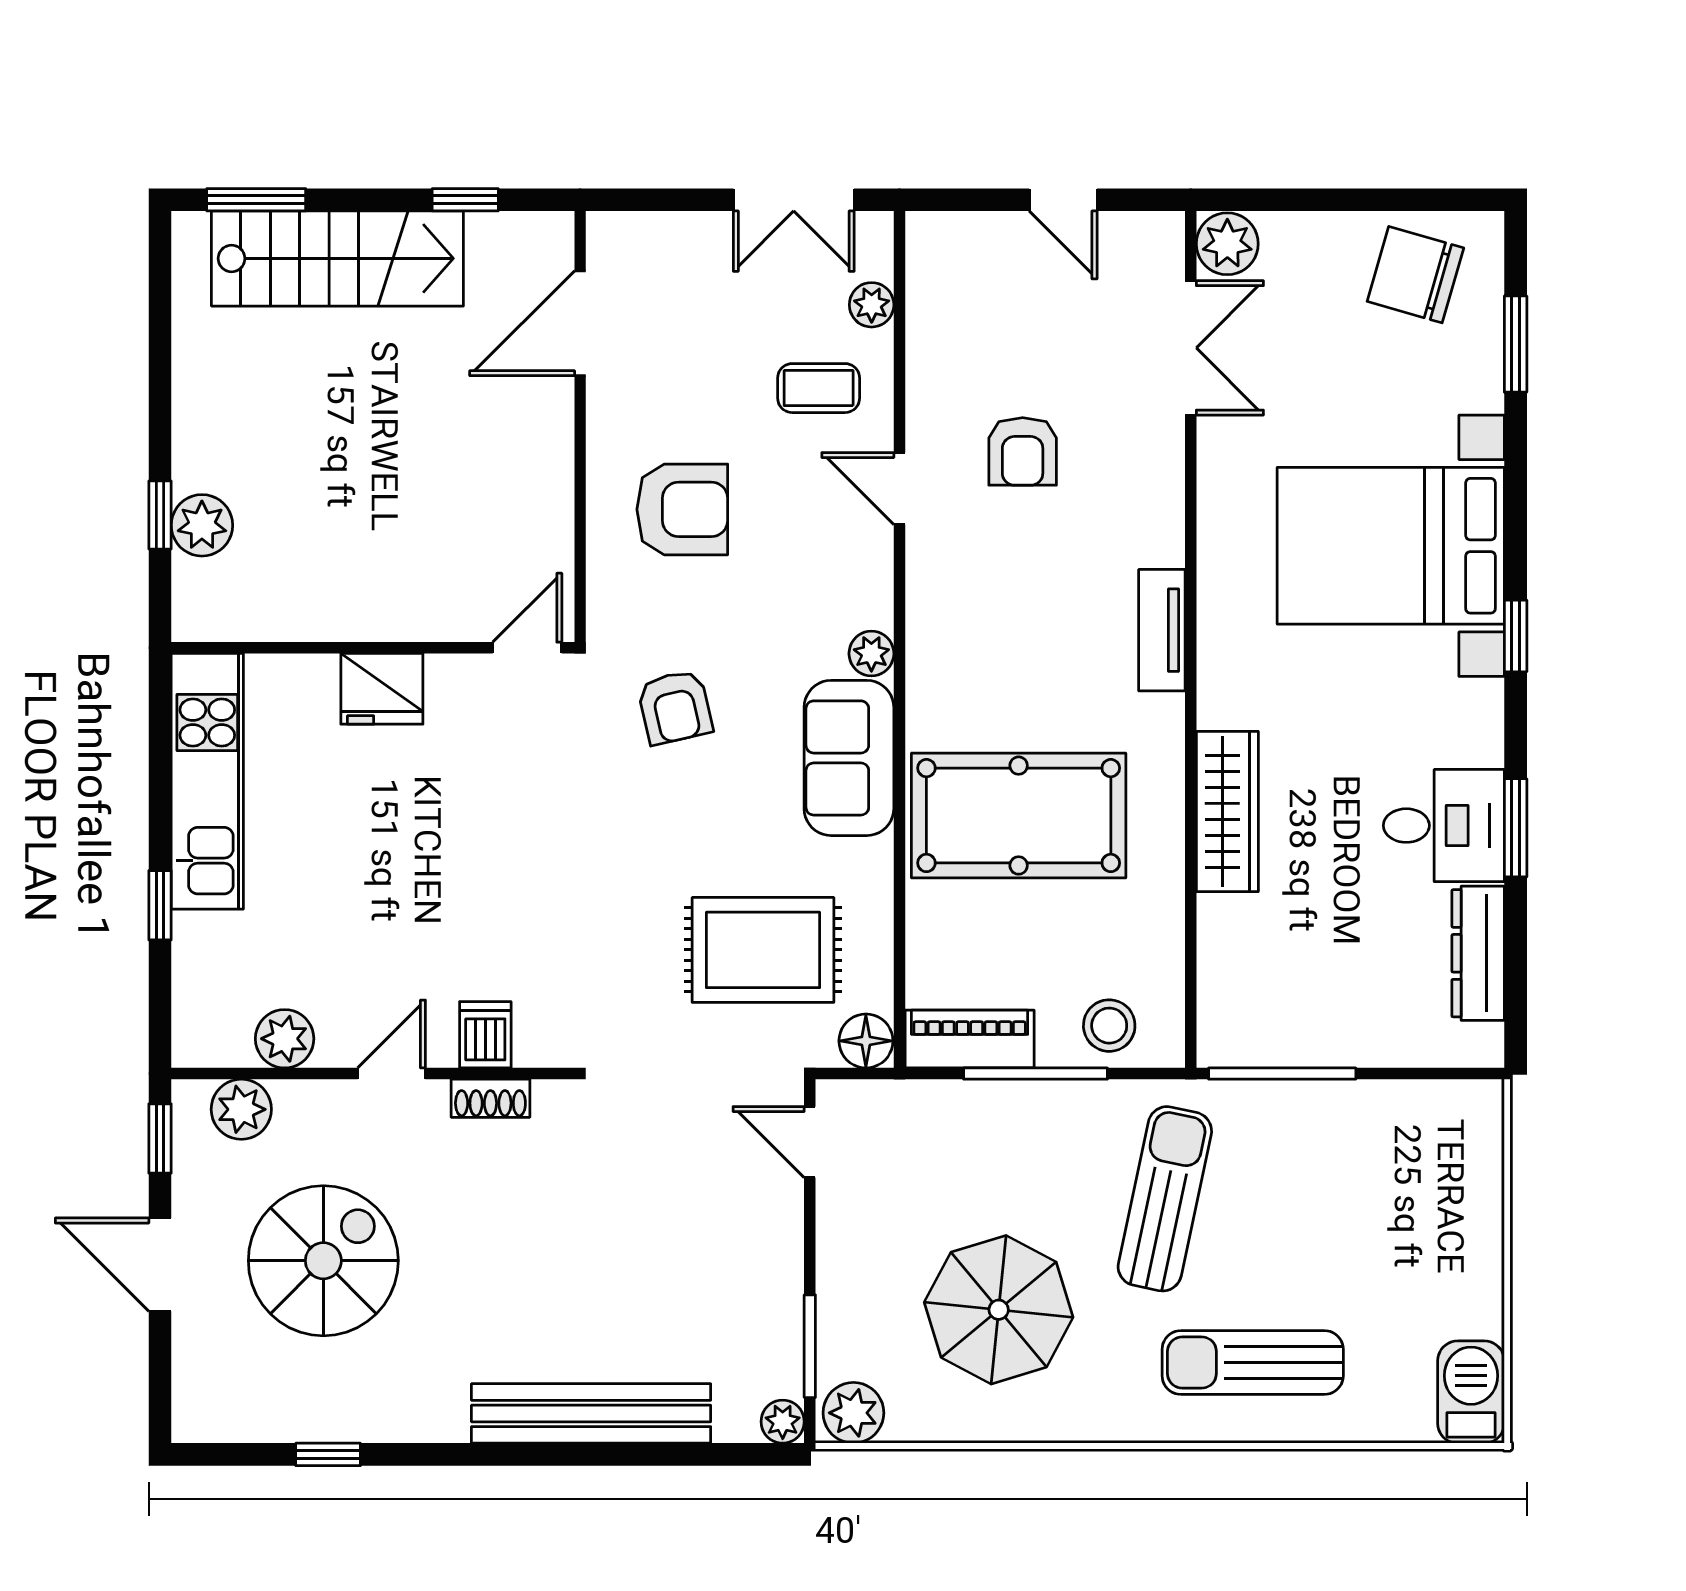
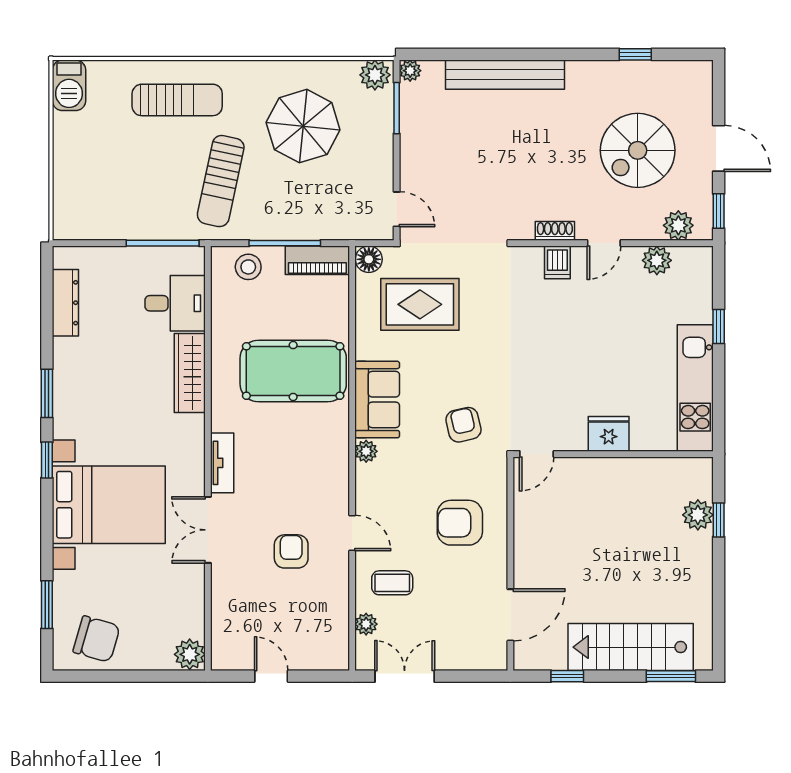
double door: (1191, 348) -> (208, 530), moved
desk: (1444, 826) -> (175, 303), moved, turned 180
window: (1516, 828) -> (47, 393), moved

